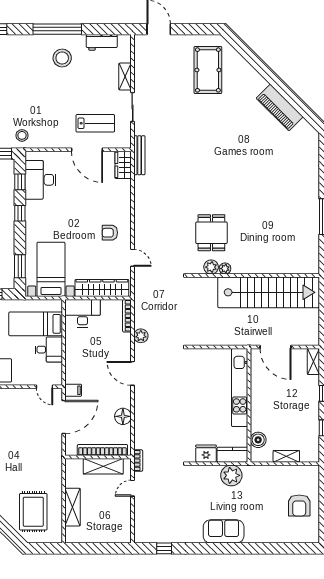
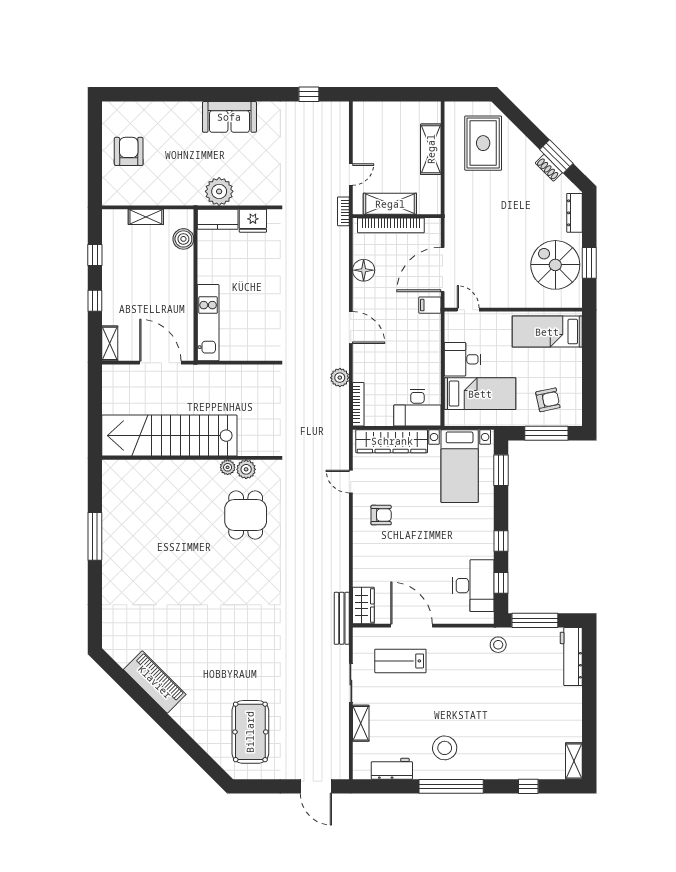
kitchen unit: (240, 387) -> (208, 323), width x0.73

